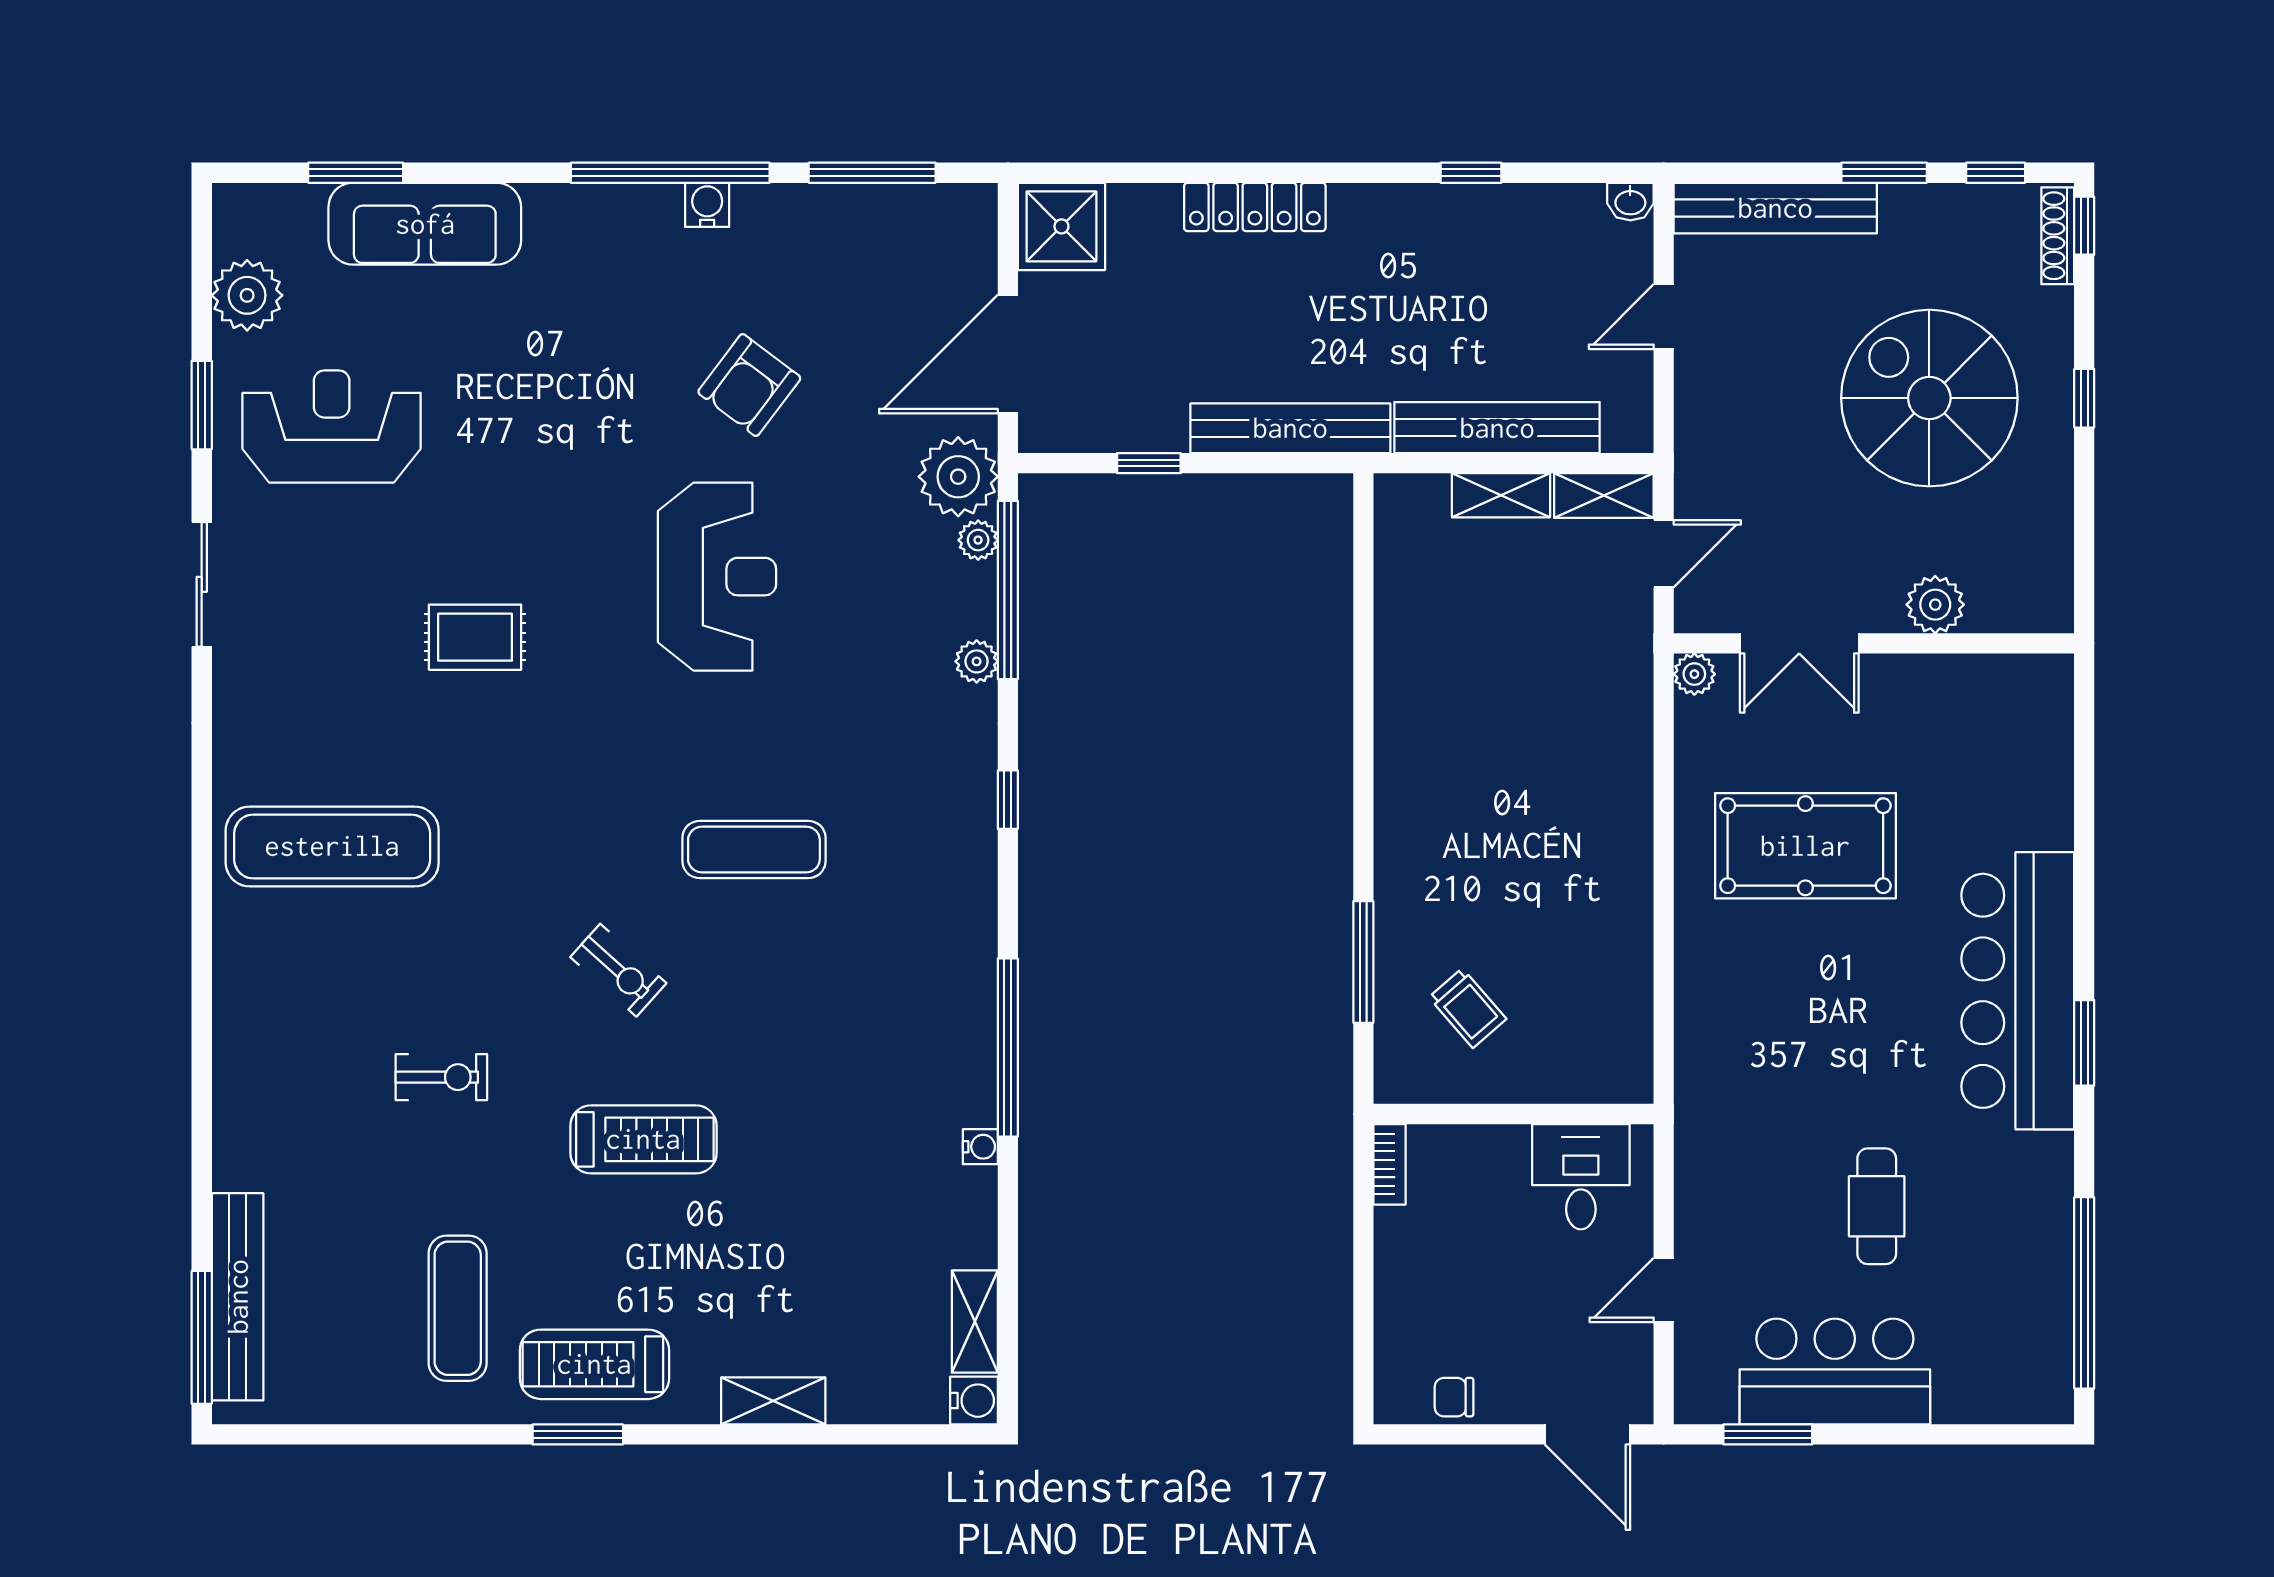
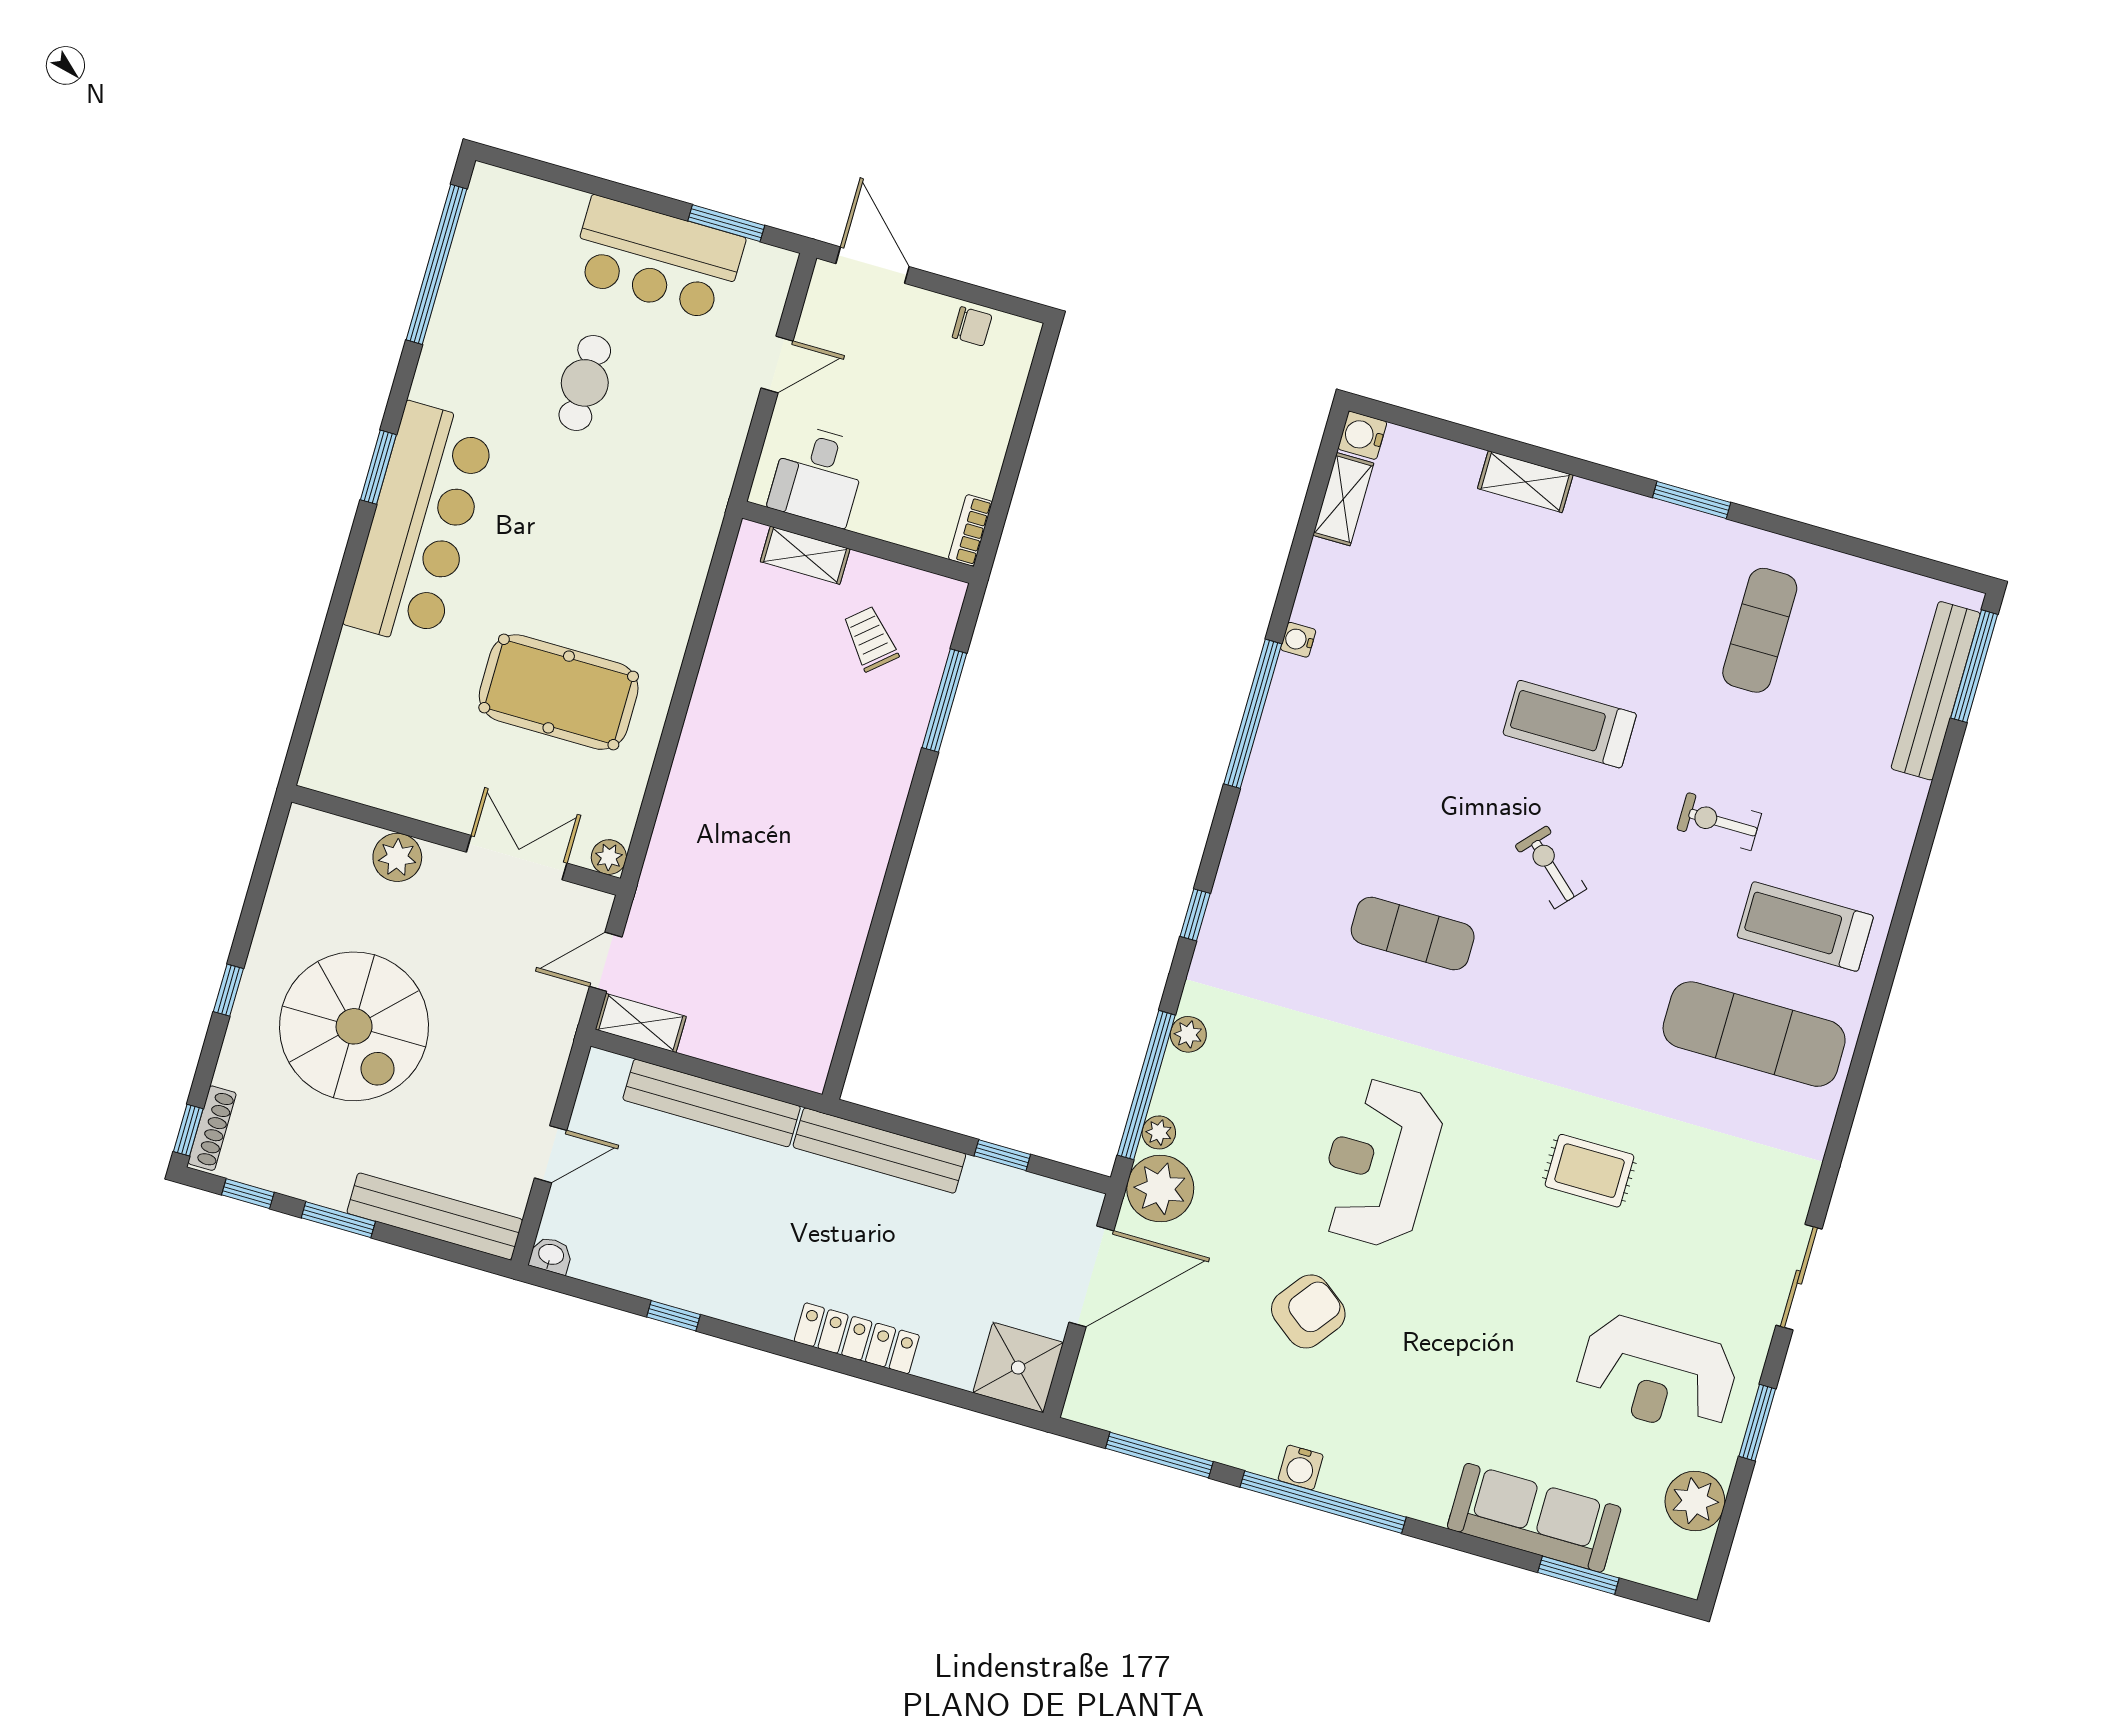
shelving: (1501, 495) -> (805, 555), moved
treadmill: (594, 1364) -> (1805, 926), moved, turned 180

